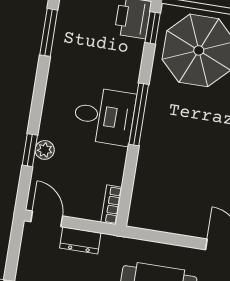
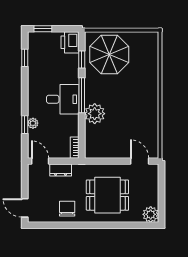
window: (153, 28) -> (82, 60), moved
window: (49, 32) -> (25, 58), width x0.67
plant: (157, 151) -> (95, 114), added

